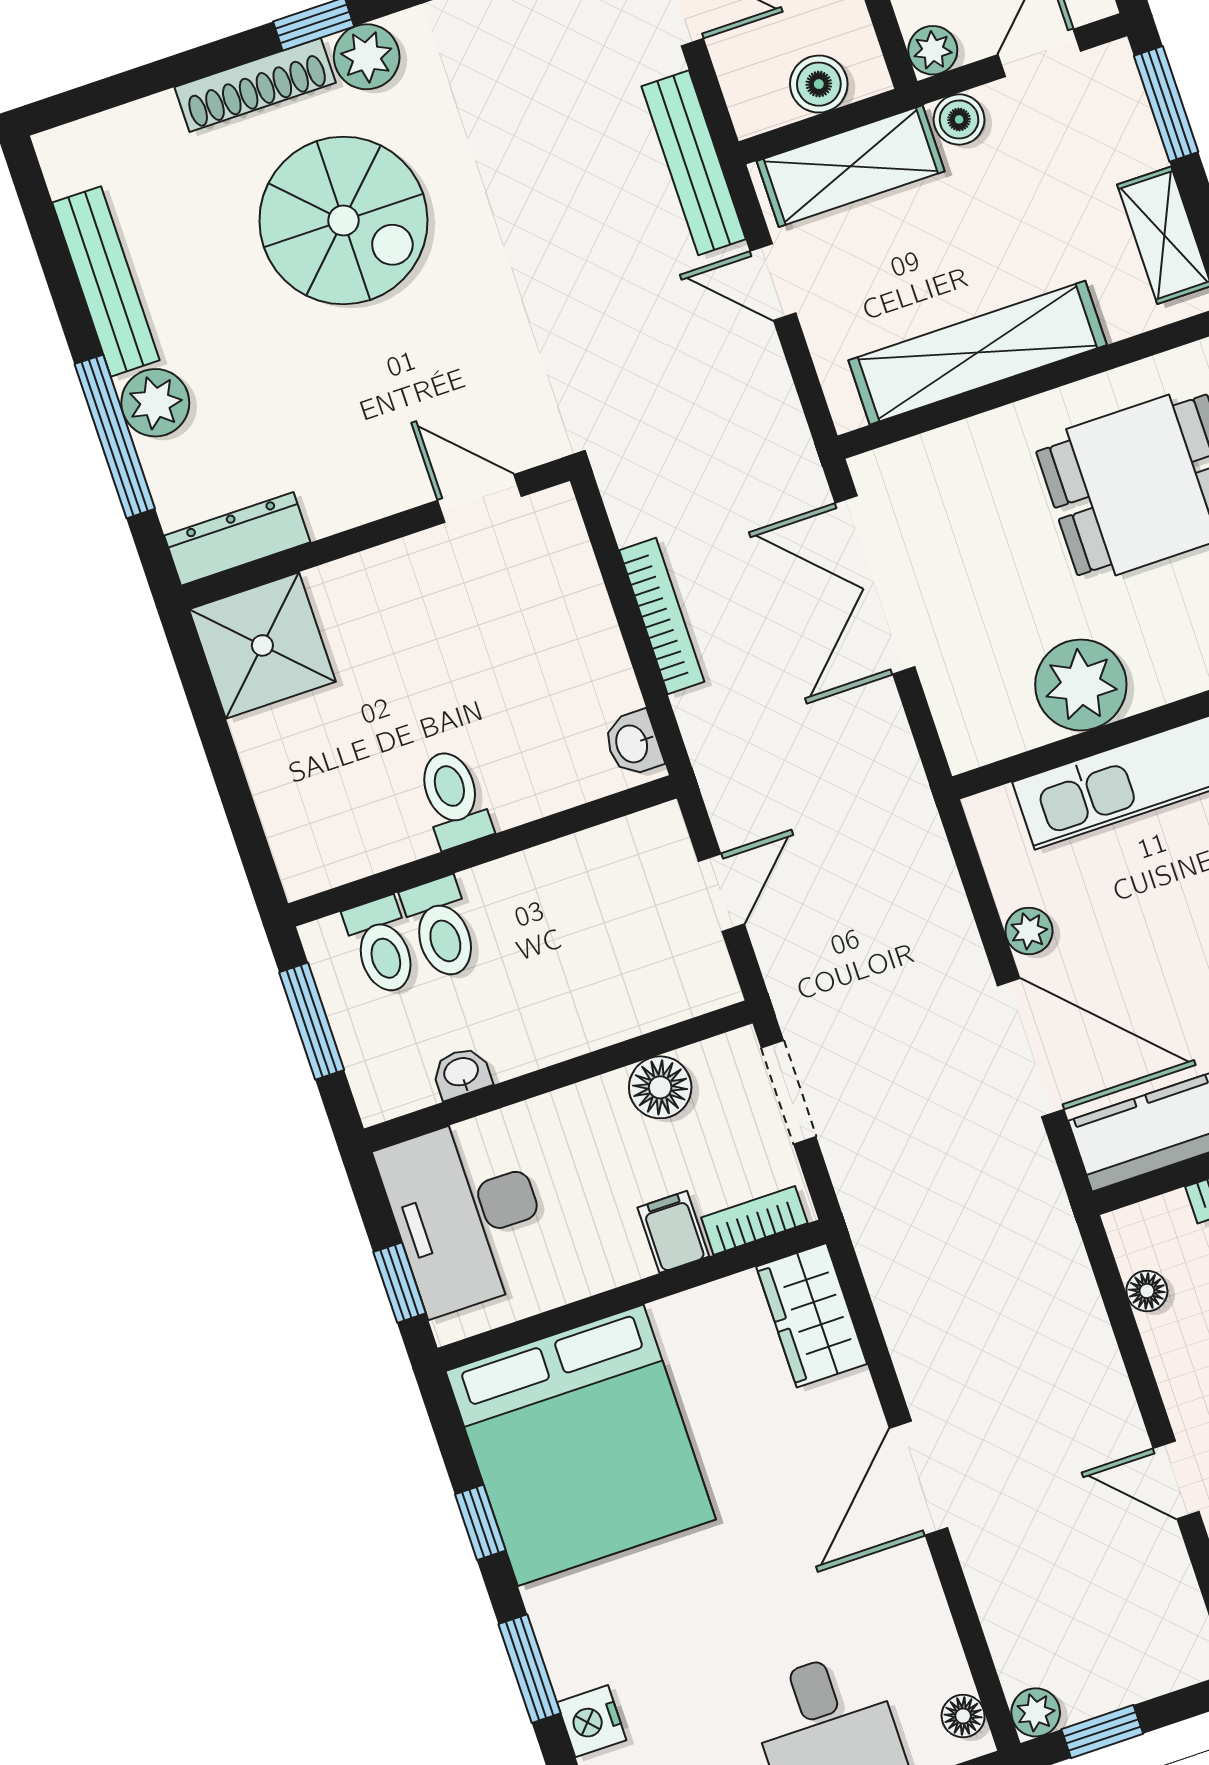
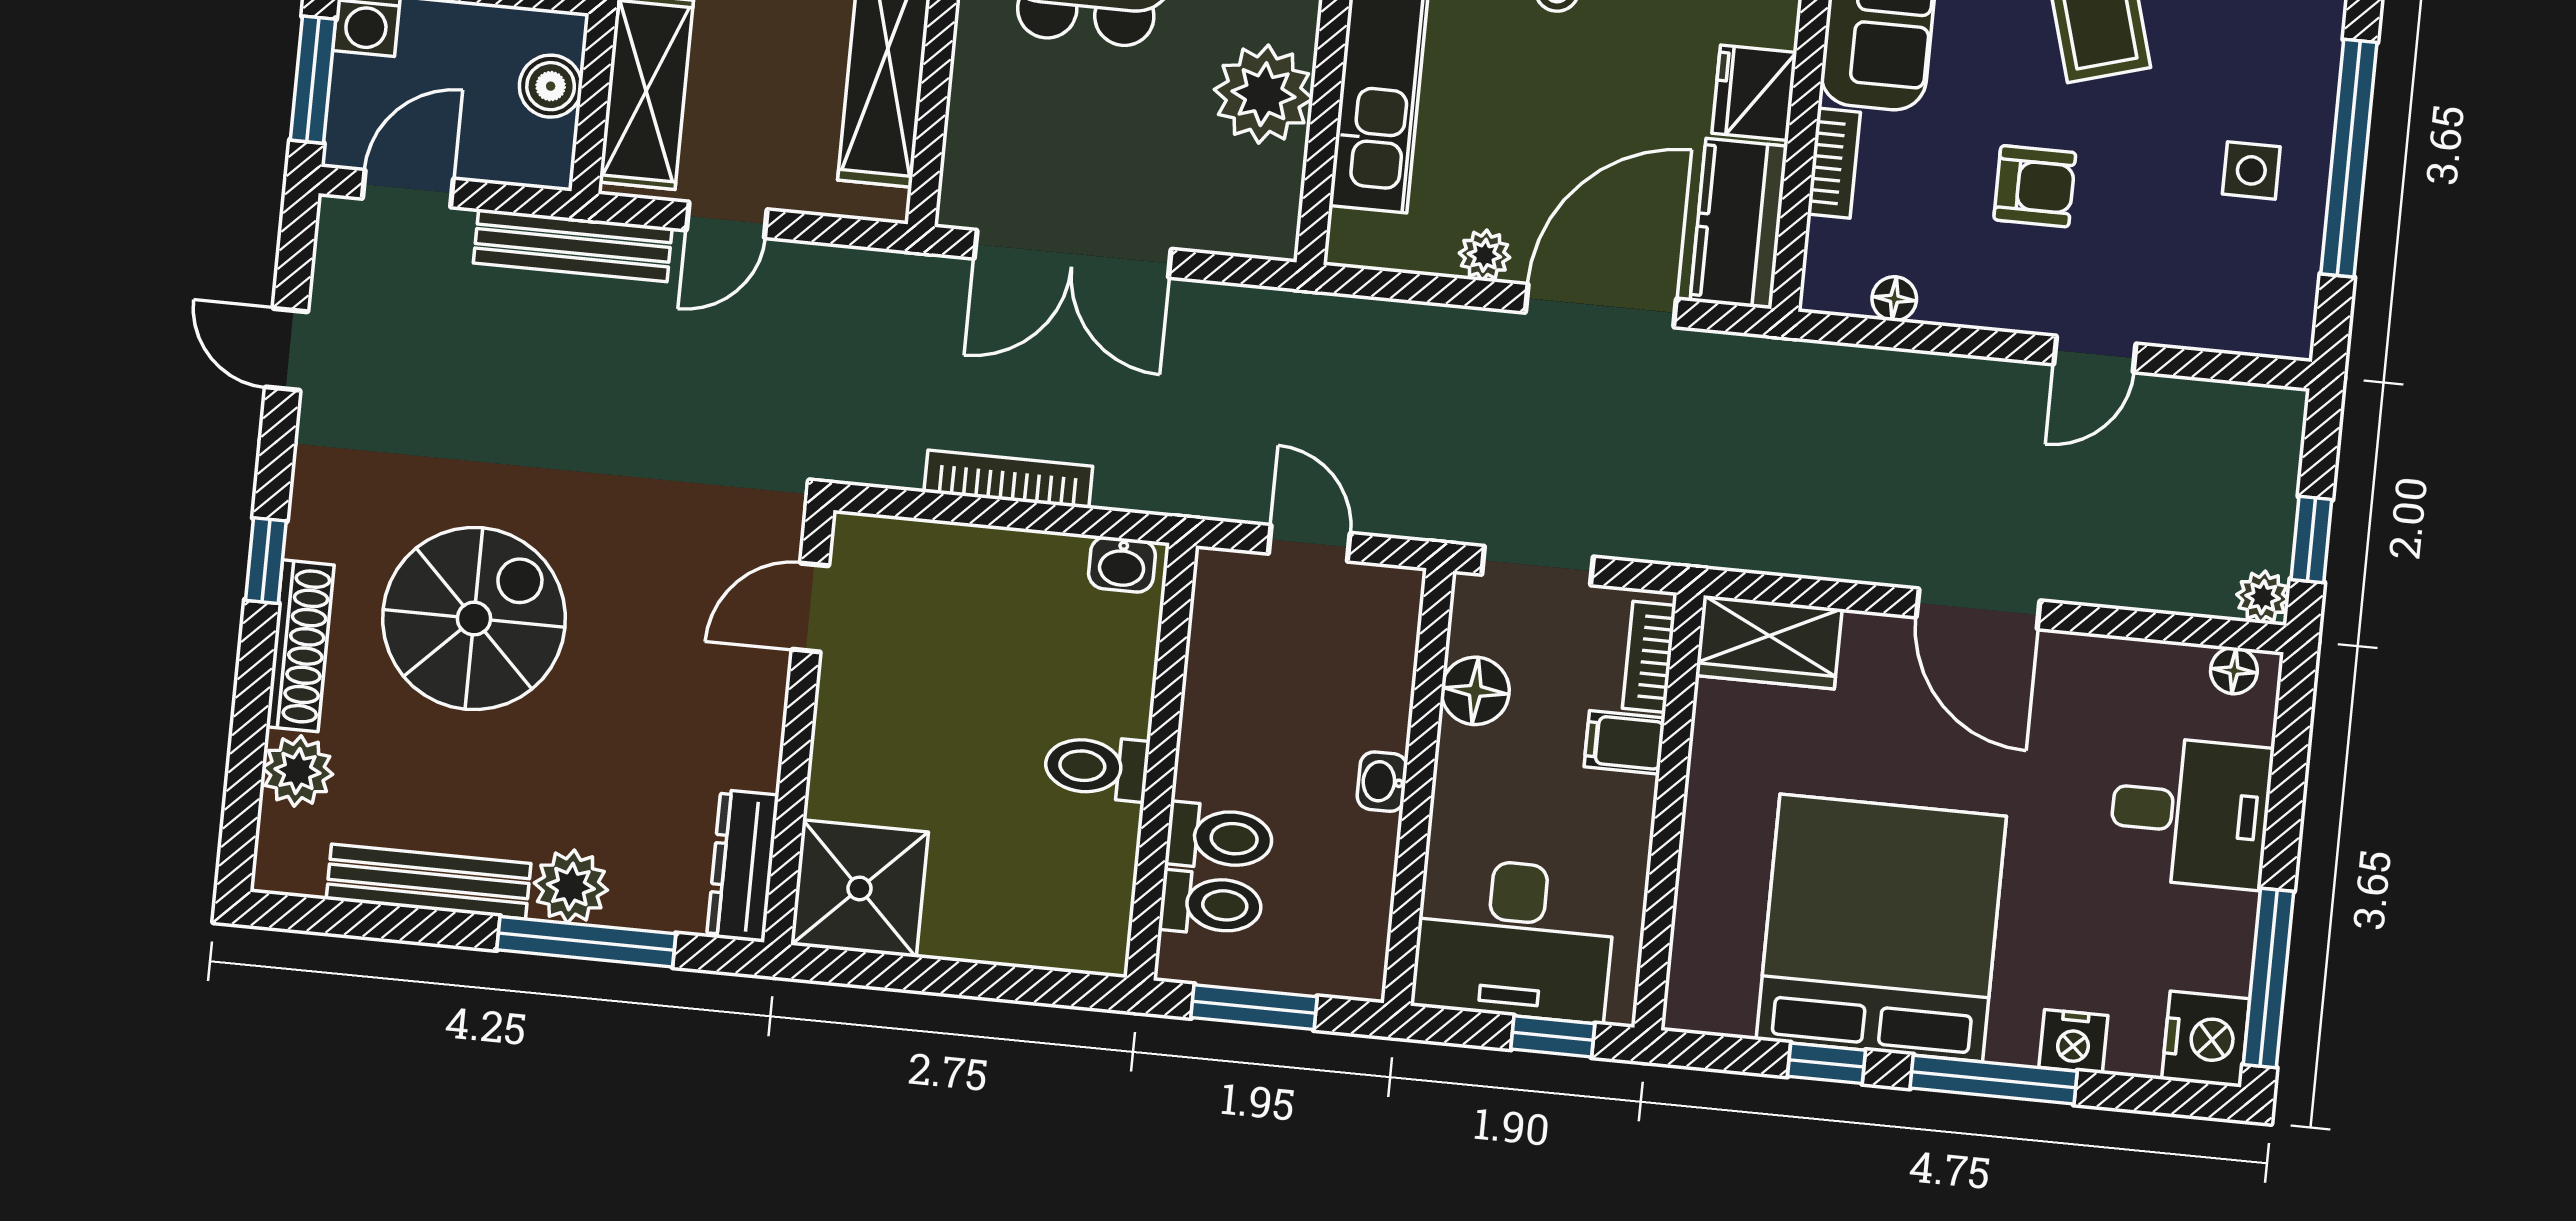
plant: (367, 57) -> (298, 771), moved
washbasin: (462, 1073) -> (1382, 782), moved
bed: (581, 1445) -> (1881, 928), moved, turned -90
window: (530, 1669) -> (1994, 1080), width x1.44

